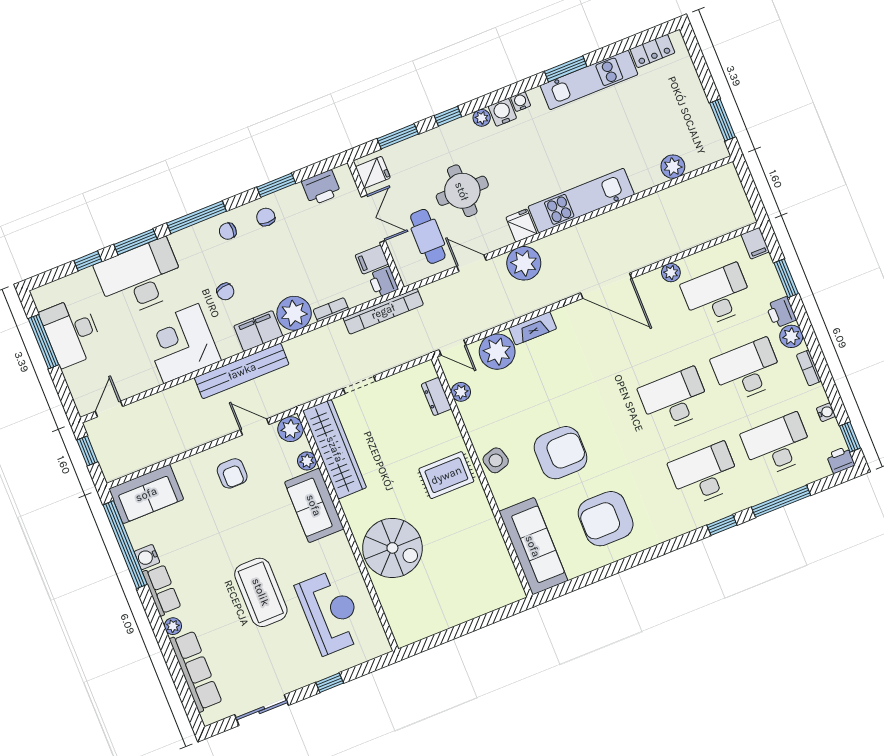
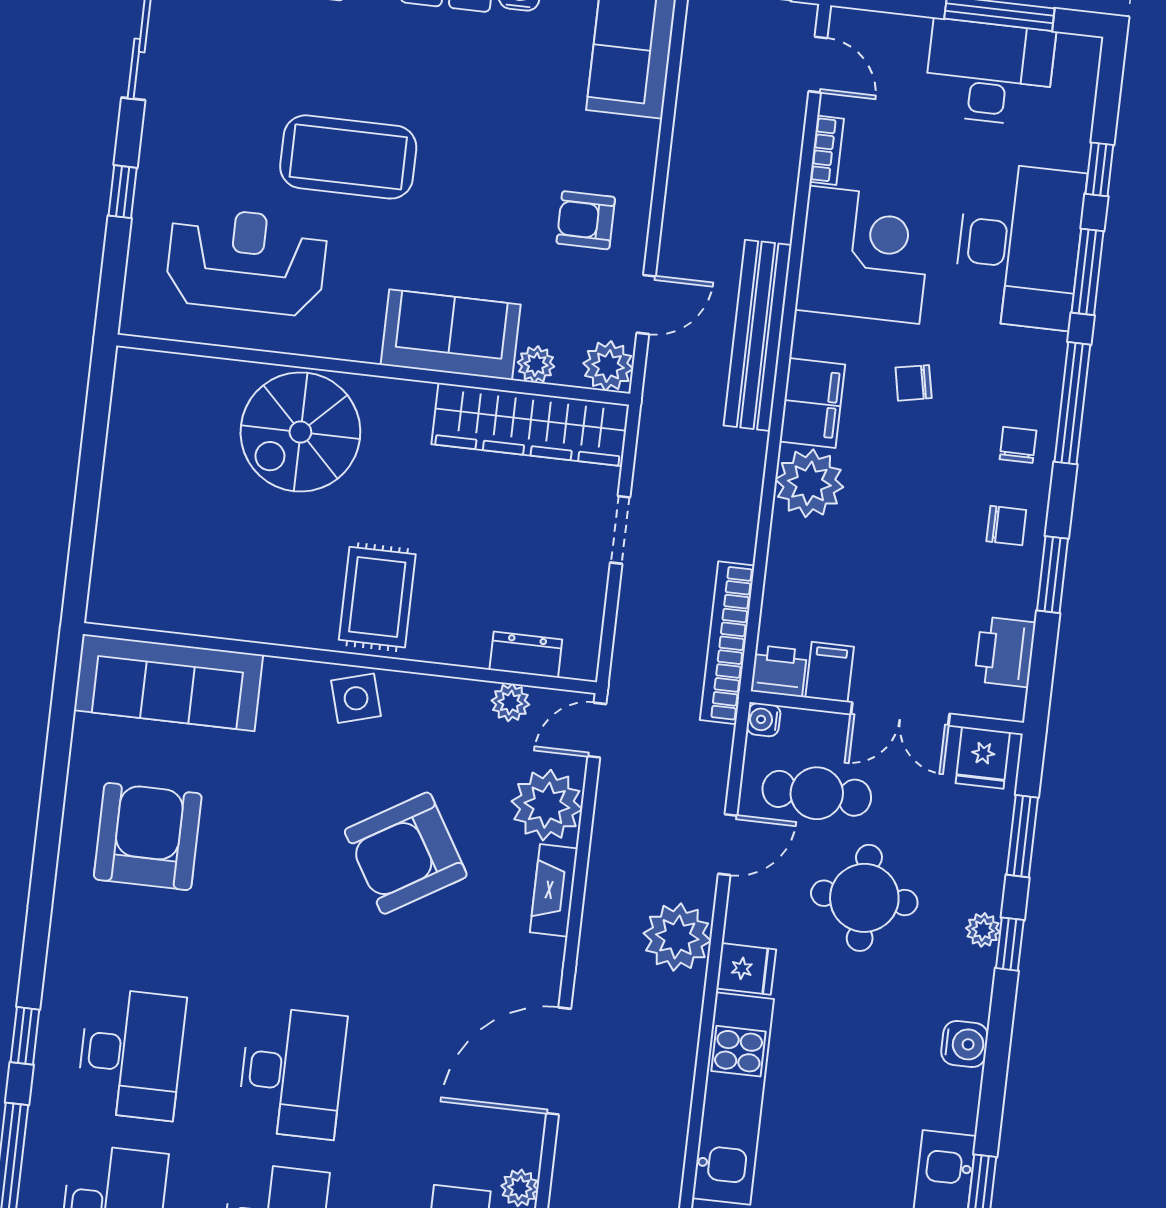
water cooler: (521, 102) -> (764, 720), moved, turned 180
plant: (482, 118) -> (983, 930), moved
bookcase: (331, 310) -> (827, 150), moved
armchair: (561, 453) -> (406, 853), moved, turned 59
reception desk: (331, 612) -> (246, 261), turned 180

